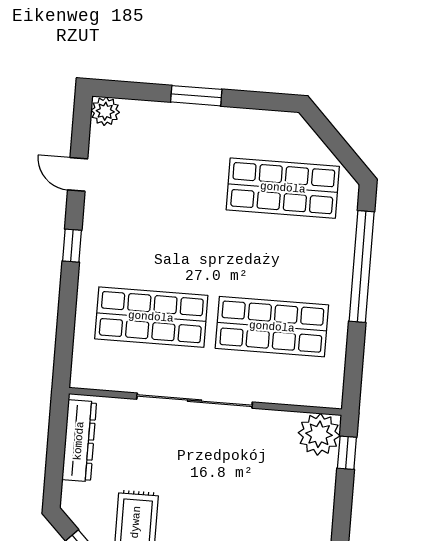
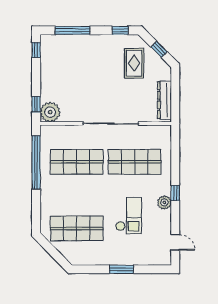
plant: (105, 111) -> (164, 202), moved
door: (78, 174) -> (175, 242), moved
checkout: (173, 206) -> (129, 216), added
window: (362, 266) -> (36, 162), moved

